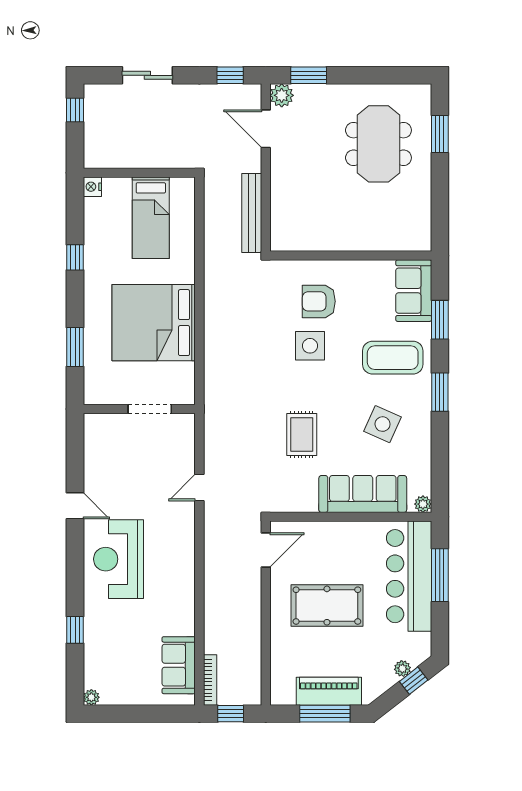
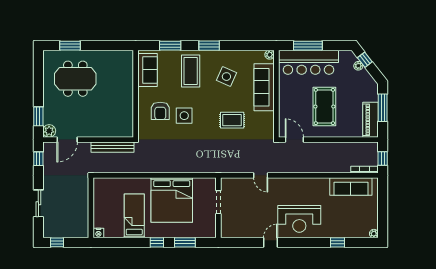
bed: (151, 218) -> (134, 216), moved, turned -90
window: (75, 257) -> (157, 242), moved
sofa: (414, 291) -> (147, 70), moved, turned -90
sofa: (179, 665) -> (351, 186), width x1.36
piano: (329, 691) -> (371, 120), moved

